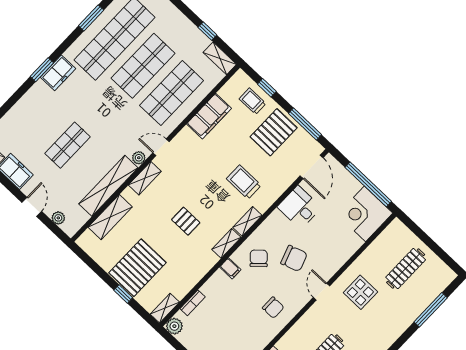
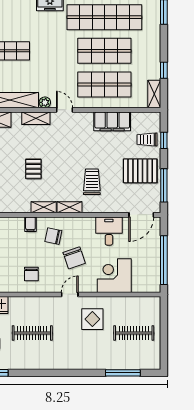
trolley: (253, 101) -> (147, 139), turned -90
corner desk: (365, 214) -> (114, 276), moved
chair: (259, 258) -> (53, 236), turned -125

